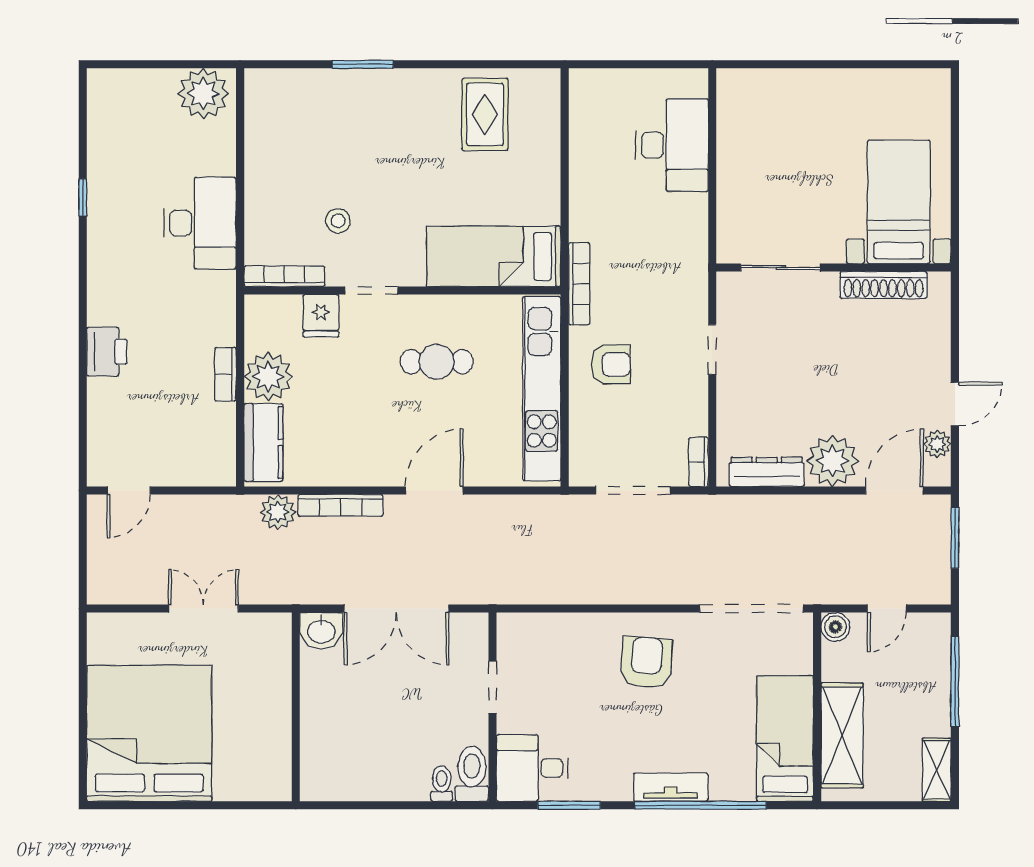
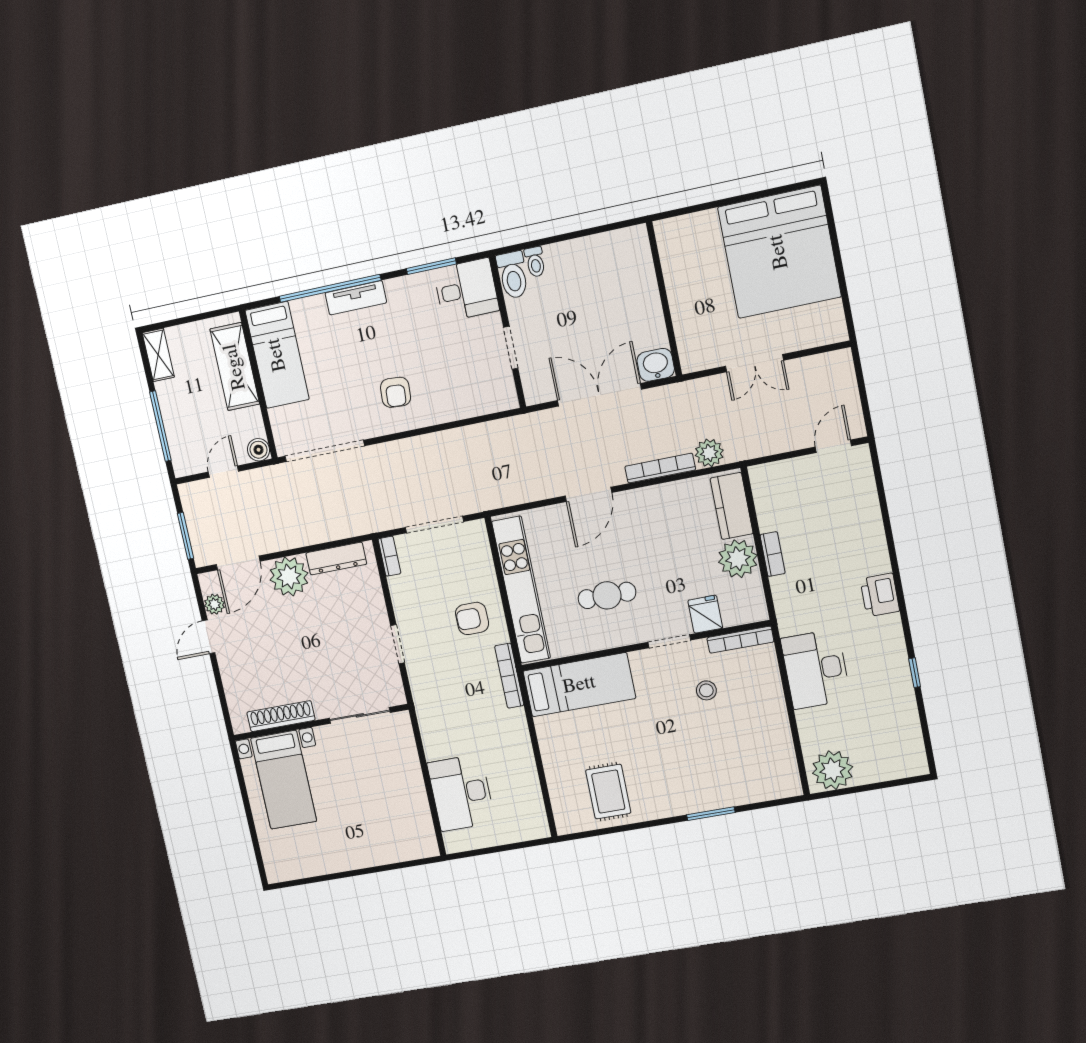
printer: (107, 352) -> (880, 595), moved
armchair: (646, 663) -> (396, 392), width x0.72, depth x0.72

